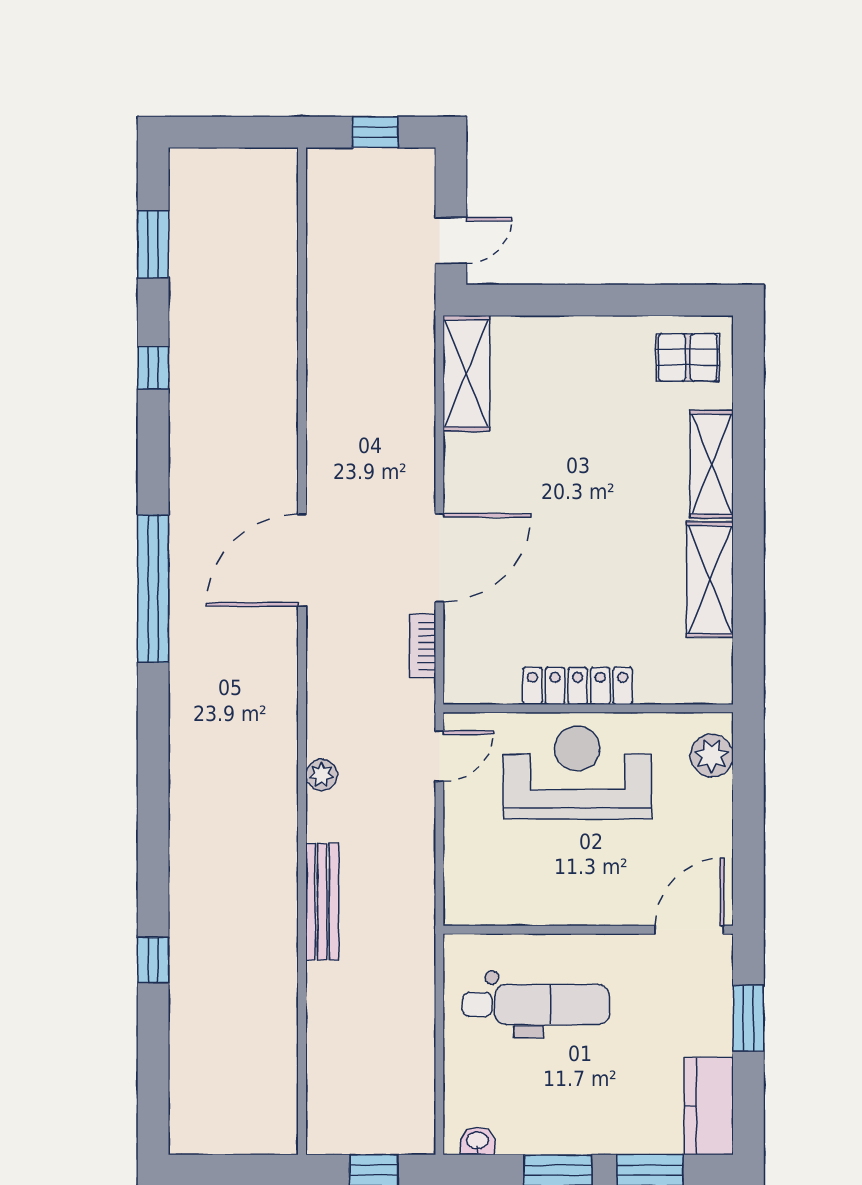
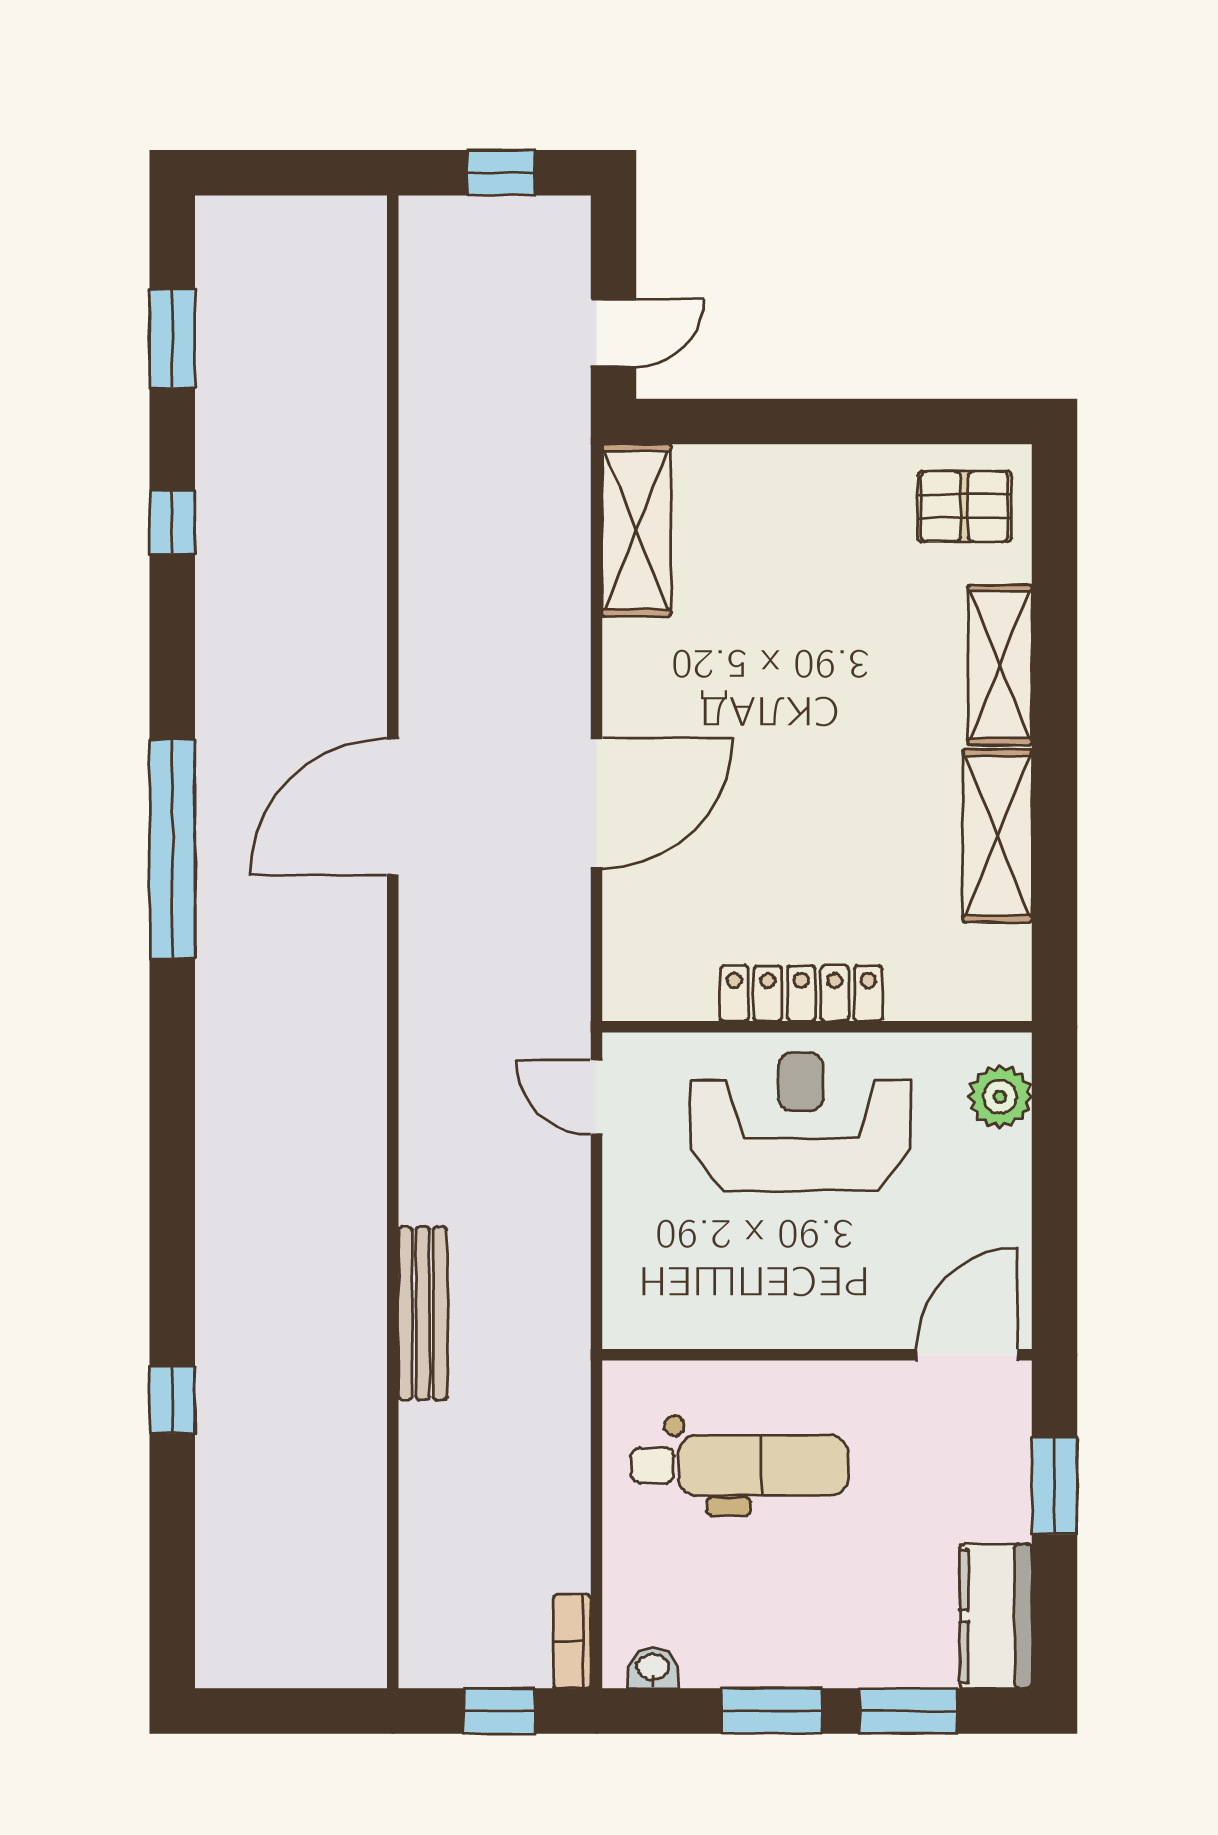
bookcase: (423, 646) -> (572, 1641), moved
door: (439, 756) -> (596, 1097), swing flipped
plant: (321, 775) -> (422, 1125), removed

